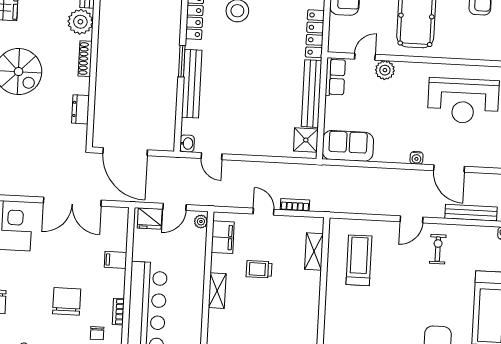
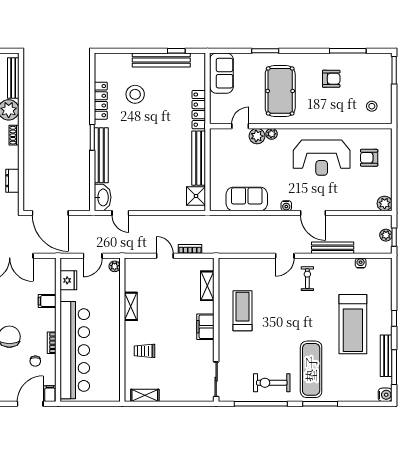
shoe rack: (85, 59) -> (14, 135), width x0.70
plant: (403, 68) -> (272, 134), added
row of seats: (335, 77) -> (217, 144), removed
washbasin: (187, 144) -> (103, 197), width x1.91, depth x1.45
sofa: (348, 146) -> (247, 199), moved
fridge: (150, 219) -> (68, 280), moved, turned -90
filing cabinet: (223, 237) -> (205, 327), moved, turned 180
treadmill: (359, 260) -> (243, 311), moved
trolley: (259, 269) -> (145, 351), moved
shelving: (217, 291) -> (131, 306), moved

